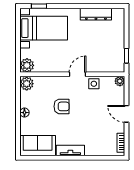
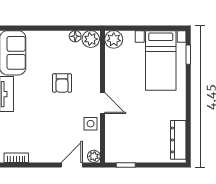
dresser: (96, 14) -> (178, 140), moved
floor lamp: (24, 113) -> (75, 36), moved
door: (127, 114) -> (72, 165), moved

